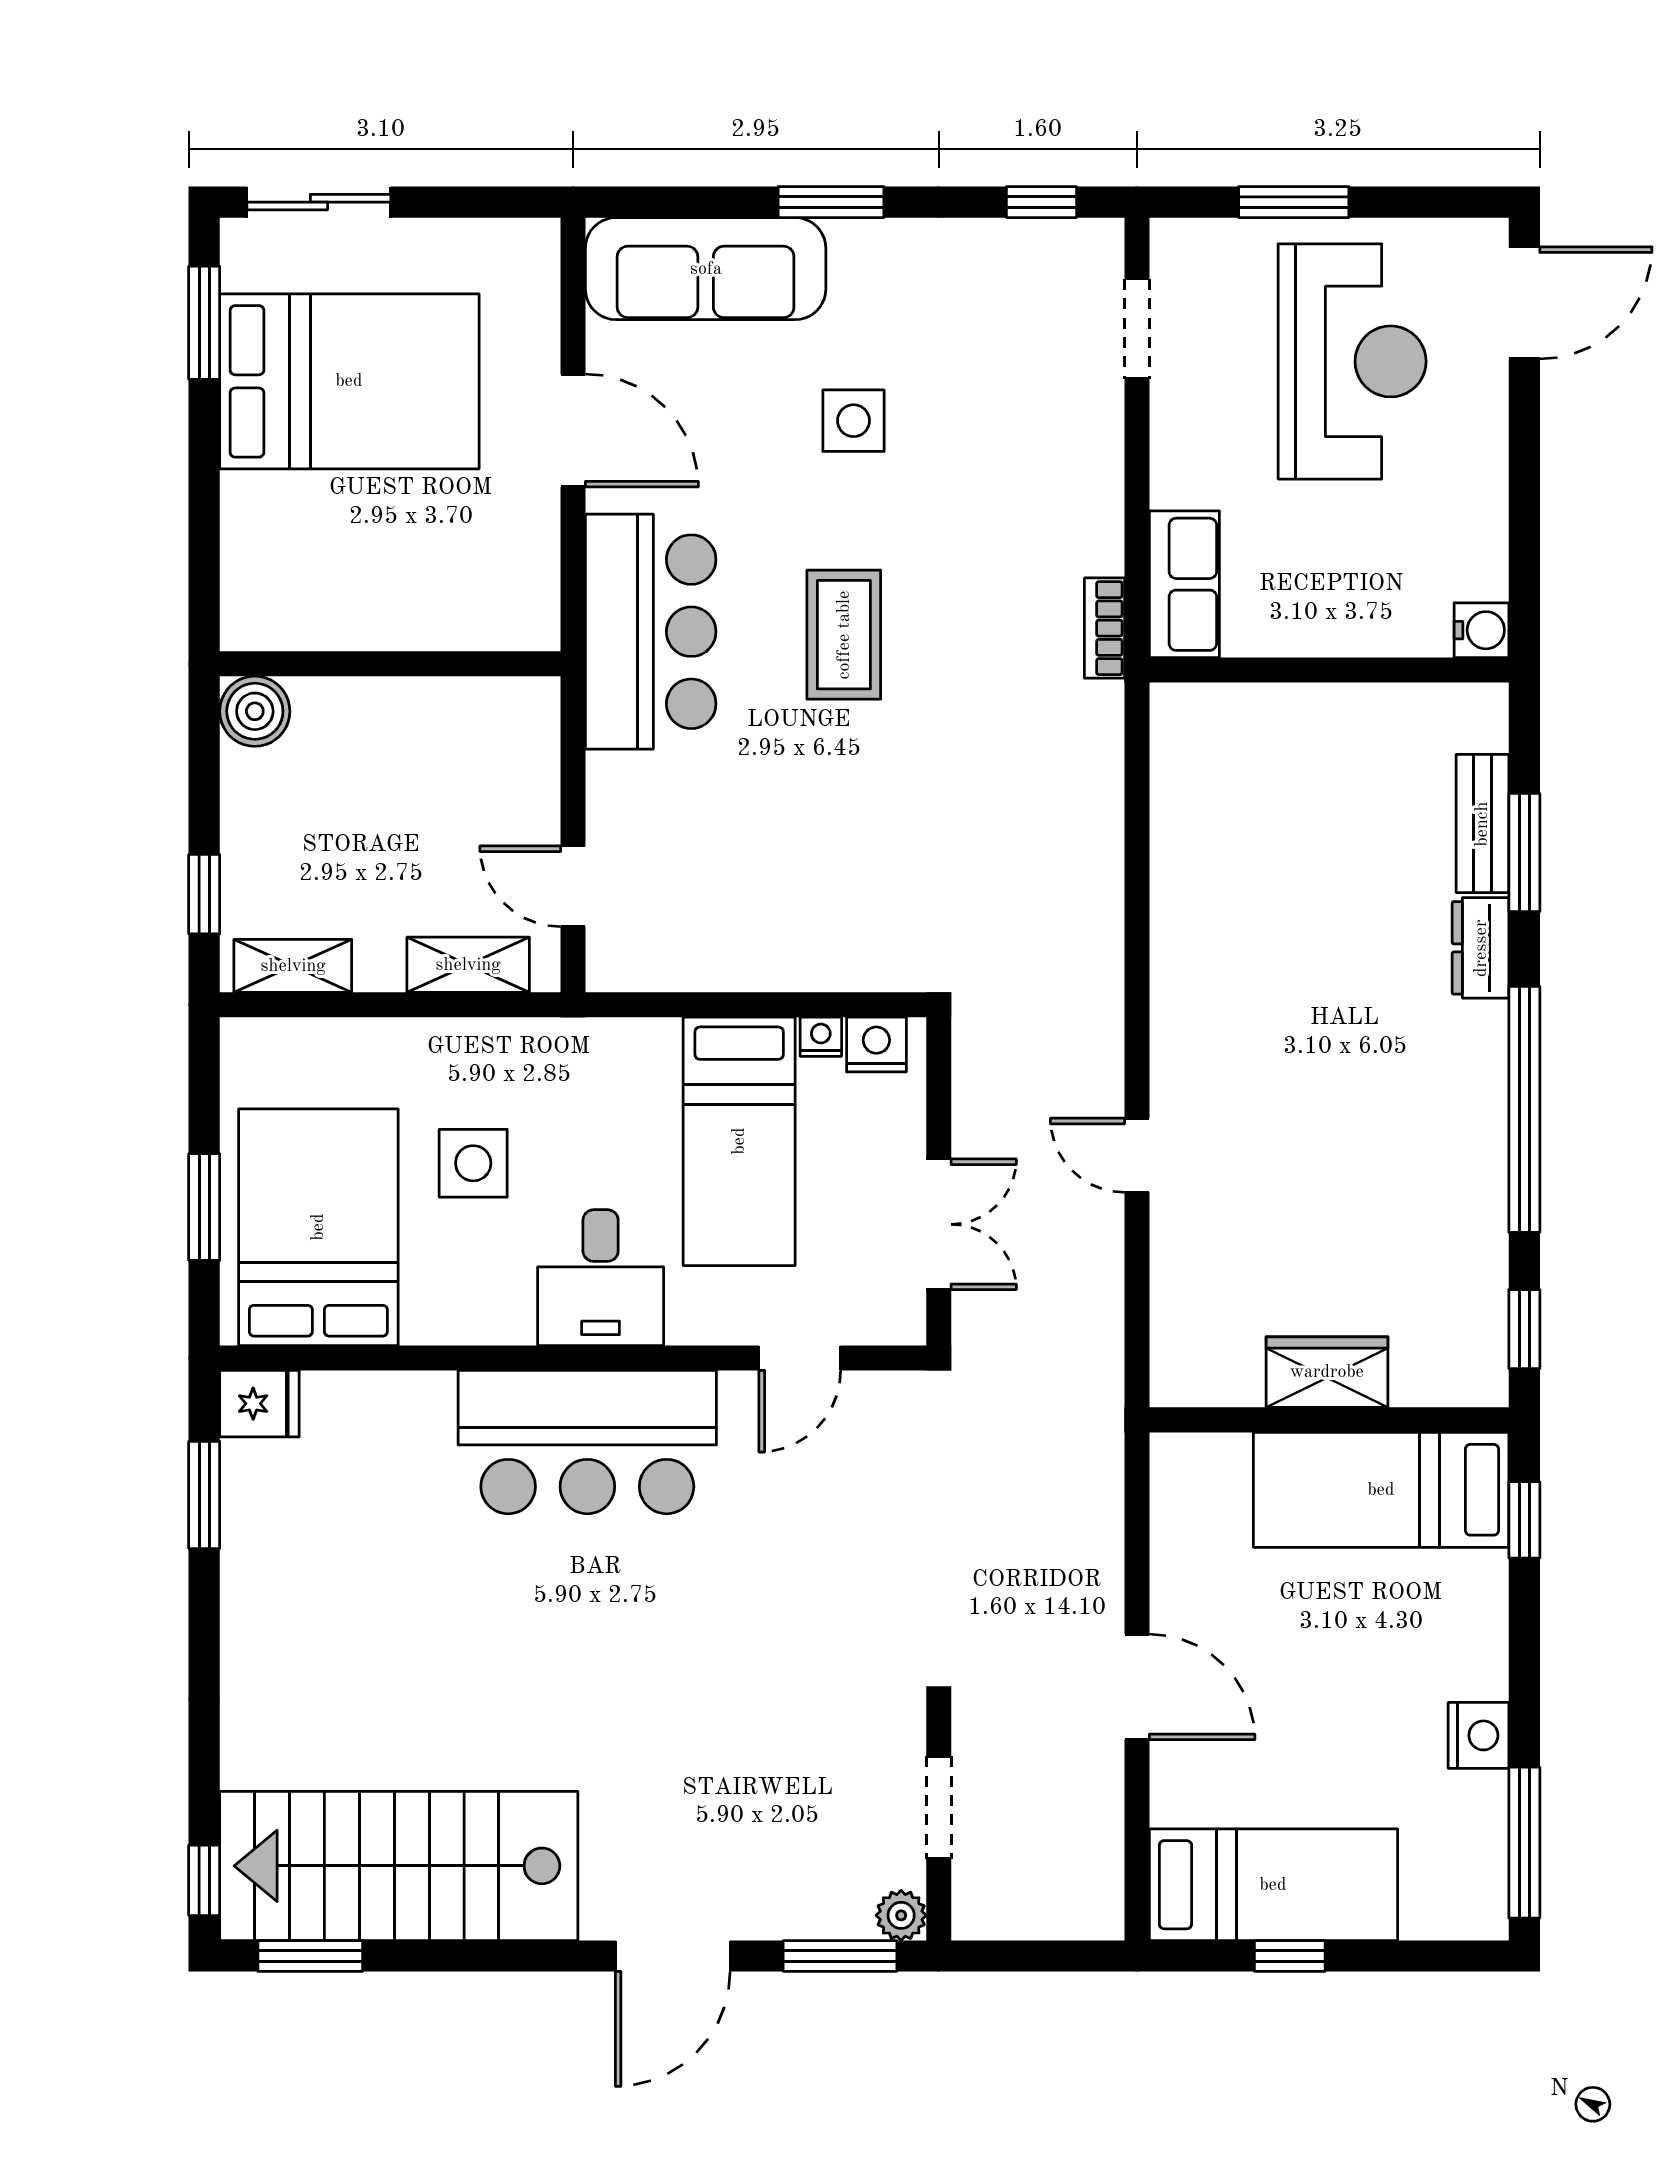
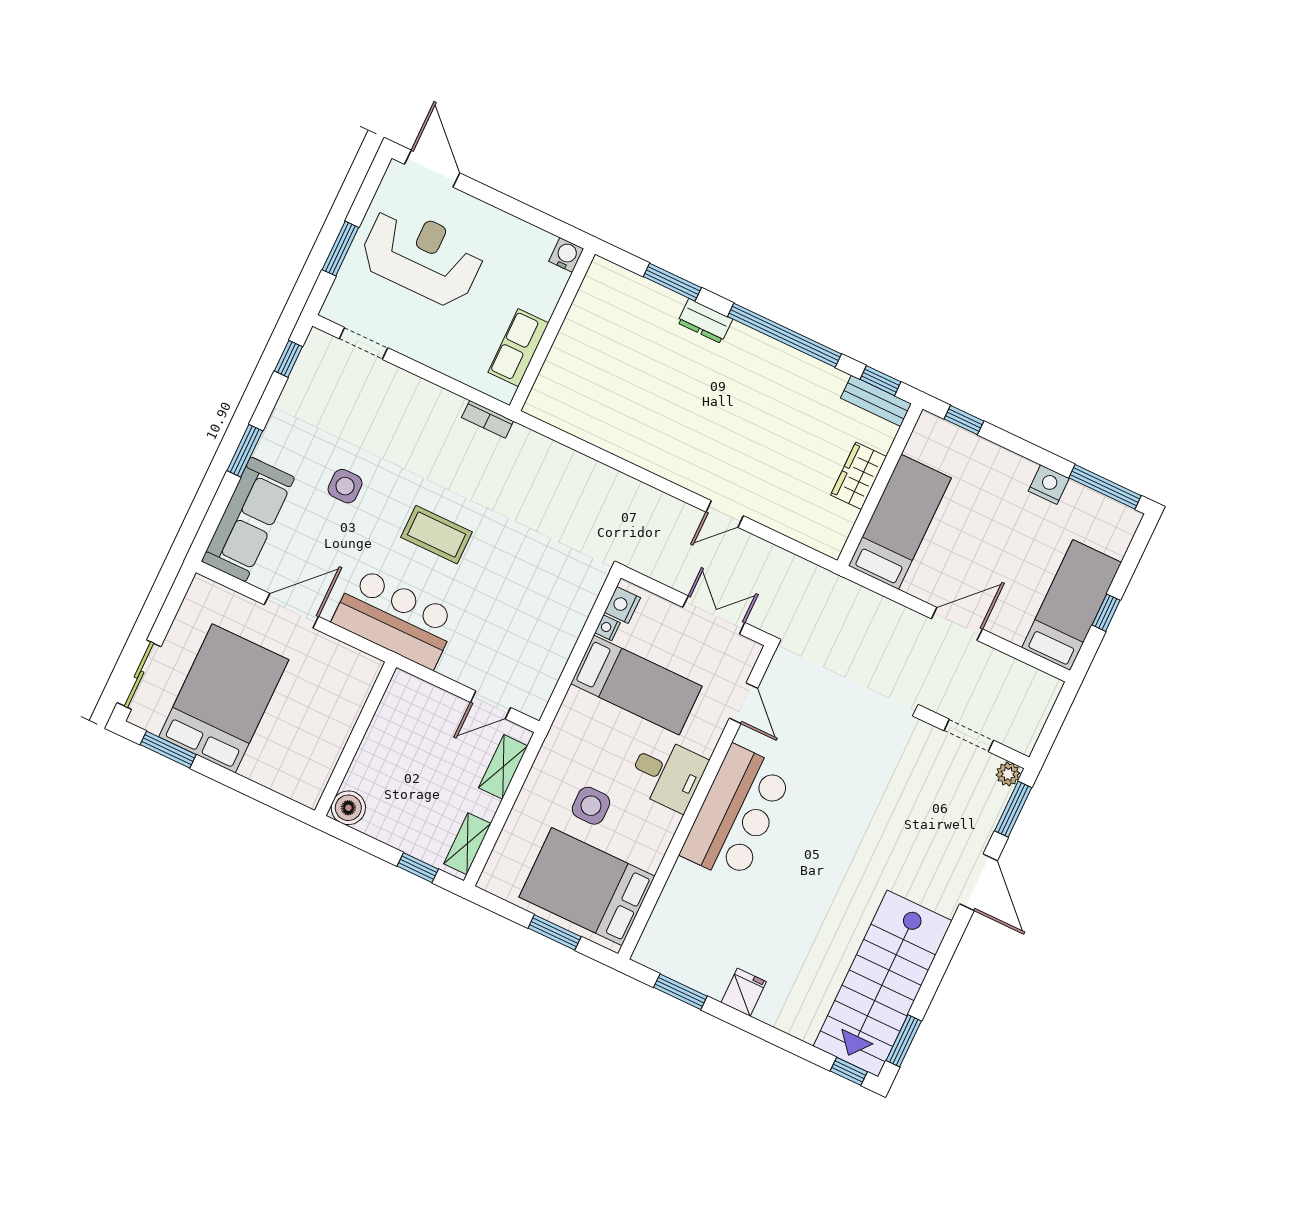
row of seats: (1184, 584) -> (518, 348), moved, turned -90
bench: (1482, 824) -> (876, 401), moved
fridge: (259, 1404) -> (744, 992), moved
bed: (1381, 1490) -> (900, 522), moved, turned 180

